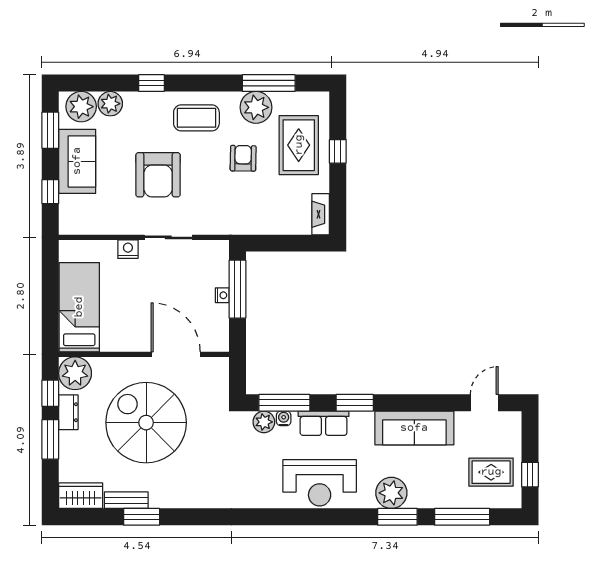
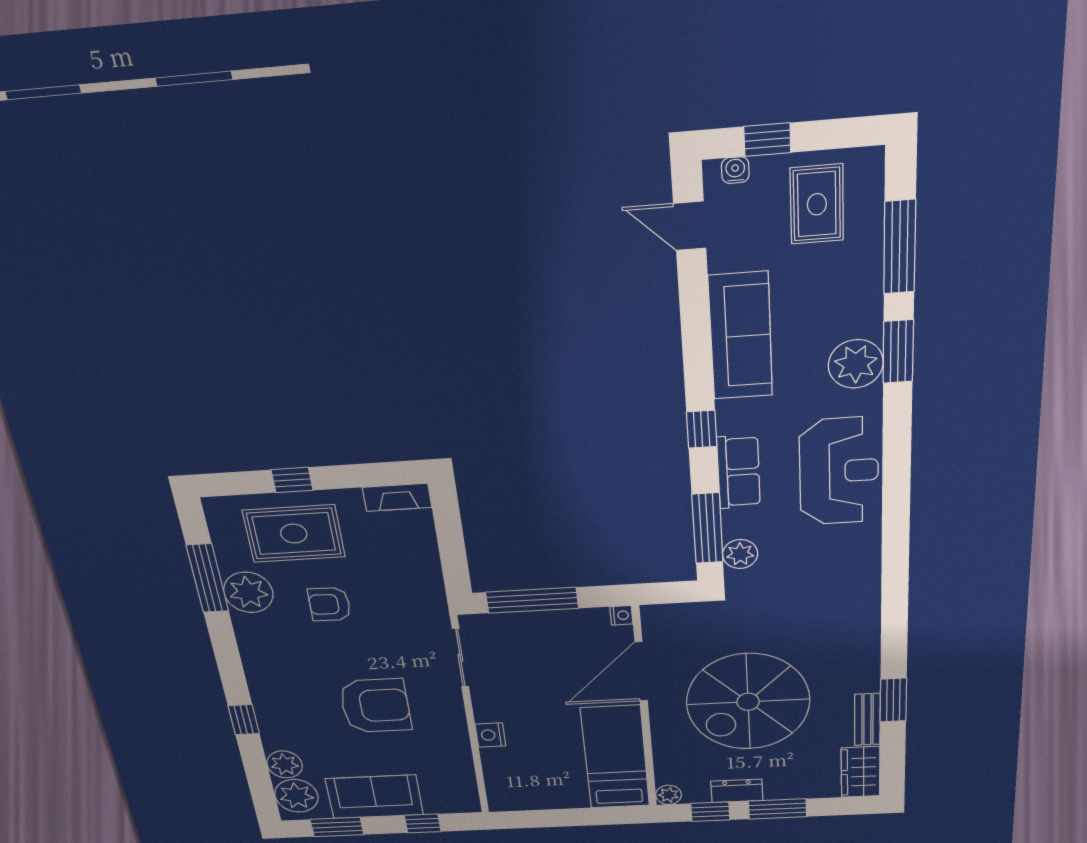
coffee table: (196, 118) -> (281, 665), removed
sliding door: (168, 237) -> (460, 658), moved
nightstand: (222, 295) -> (621, 615), moved, turned 90
bed: (79, 307) -> (615, 757), moved, turned 90
plant: (75, 373) -> (669, 795), width x0.53, depth x0.53
window: (355, 403) -> (702, 429), width x0.67
water cooler: (284, 418) -> (735, 170), moved, turned 90
window: (530, 475) -> (767, 140), moved

